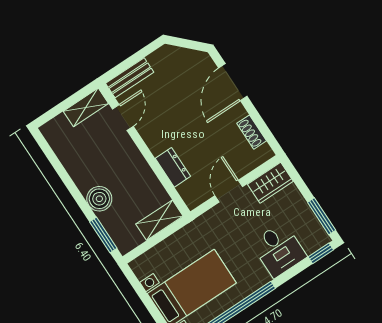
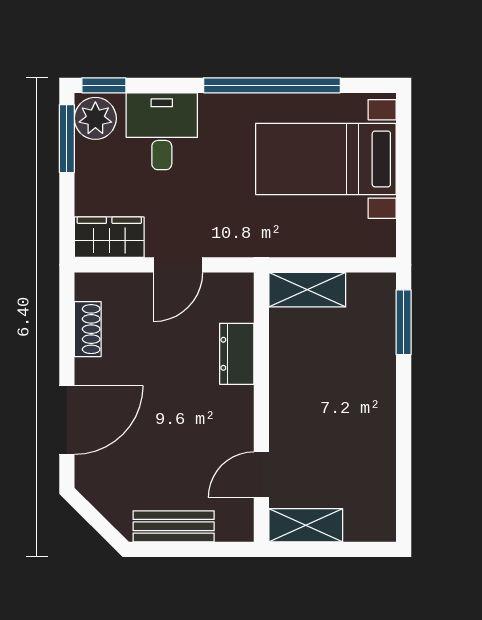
bench: (130, 78) -> (174, 526), moved
boiler: (99, 199) -> (374, 379), removed
plant: (314, 235) -> (95, 118), added

